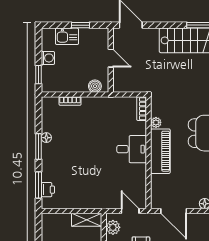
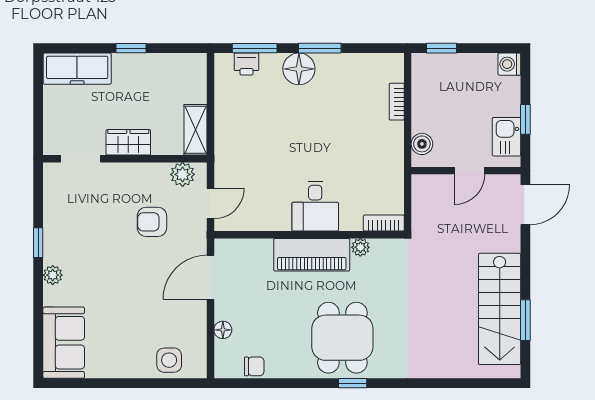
kitchen sink: (67, 36) -> (506, 137), moved
washing machine: (48, 58) -> (509, 64), moved, turned 90
floor lamp: (46, 138) -> (299, 69), moved, width x1.89, depth x1.89

